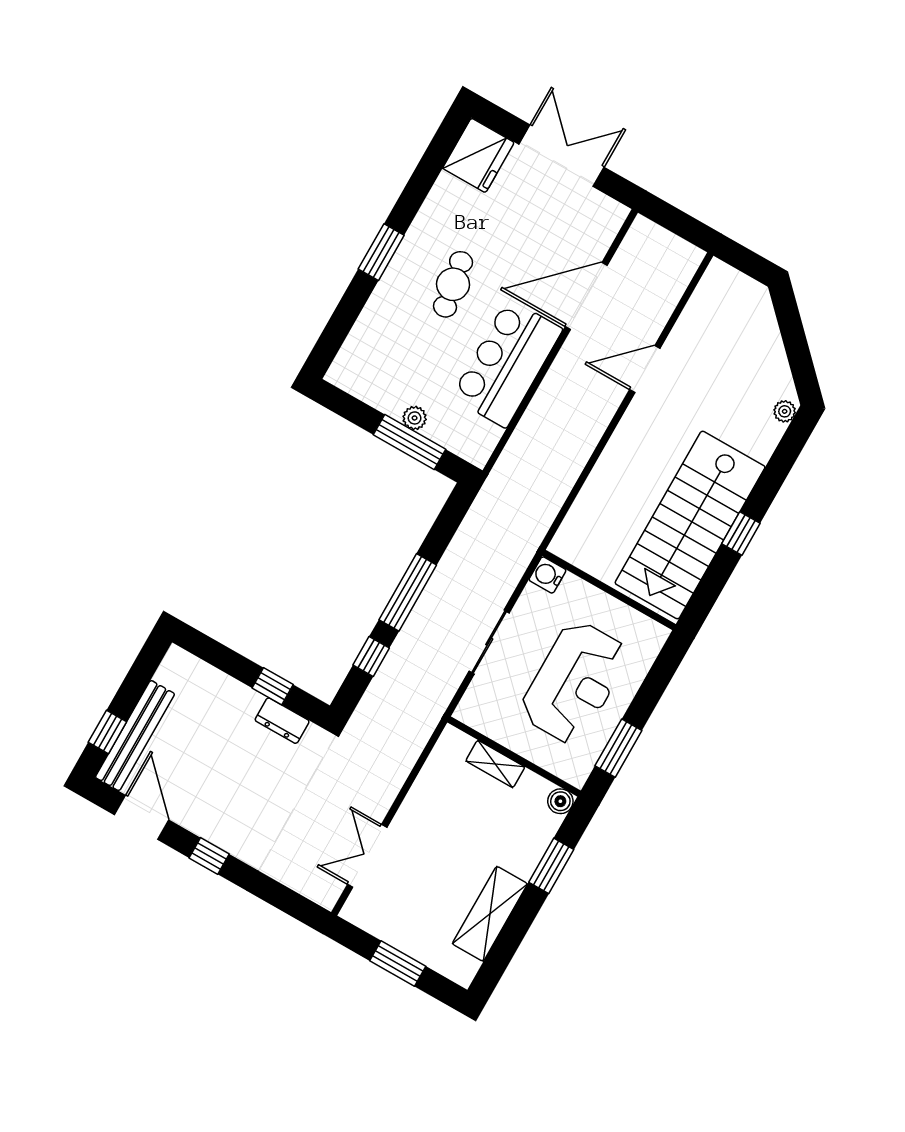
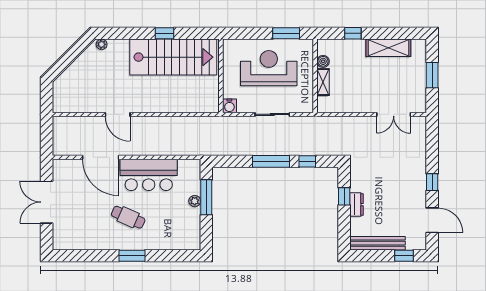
fridge: (478, 155) -> (67, 238), removed
cafe table: (453, 284) -> (128, 217), turned 34
dresser: (282, 721) -> (356, 205), moved
bench: (135, 736) -> (377, 243), moved
boiler: (560, 801) -> (323, 61), moved
door: (142, 817) -> (432, 220), swing flipped
window: (551, 866) -> (353, 33), width x0.67

